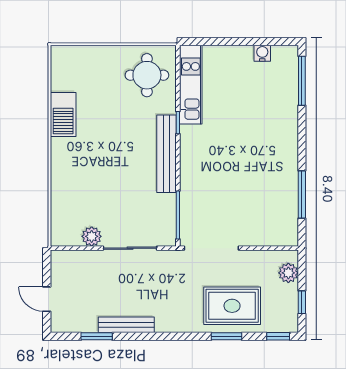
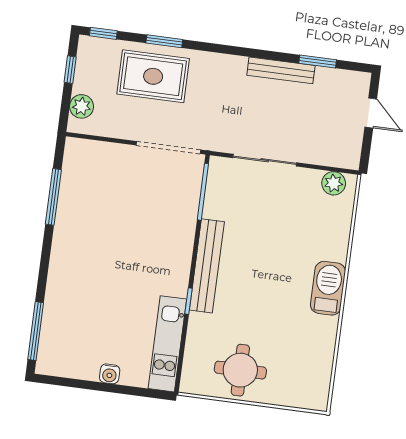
water cooler: (262, 53) -> (110, 374), moved
round table: (147, 75) -> (240, 370), moved
barbecue: (63, 114) -> (328, 288), moved
plant: (92, 236) -> (334, 183), moved

